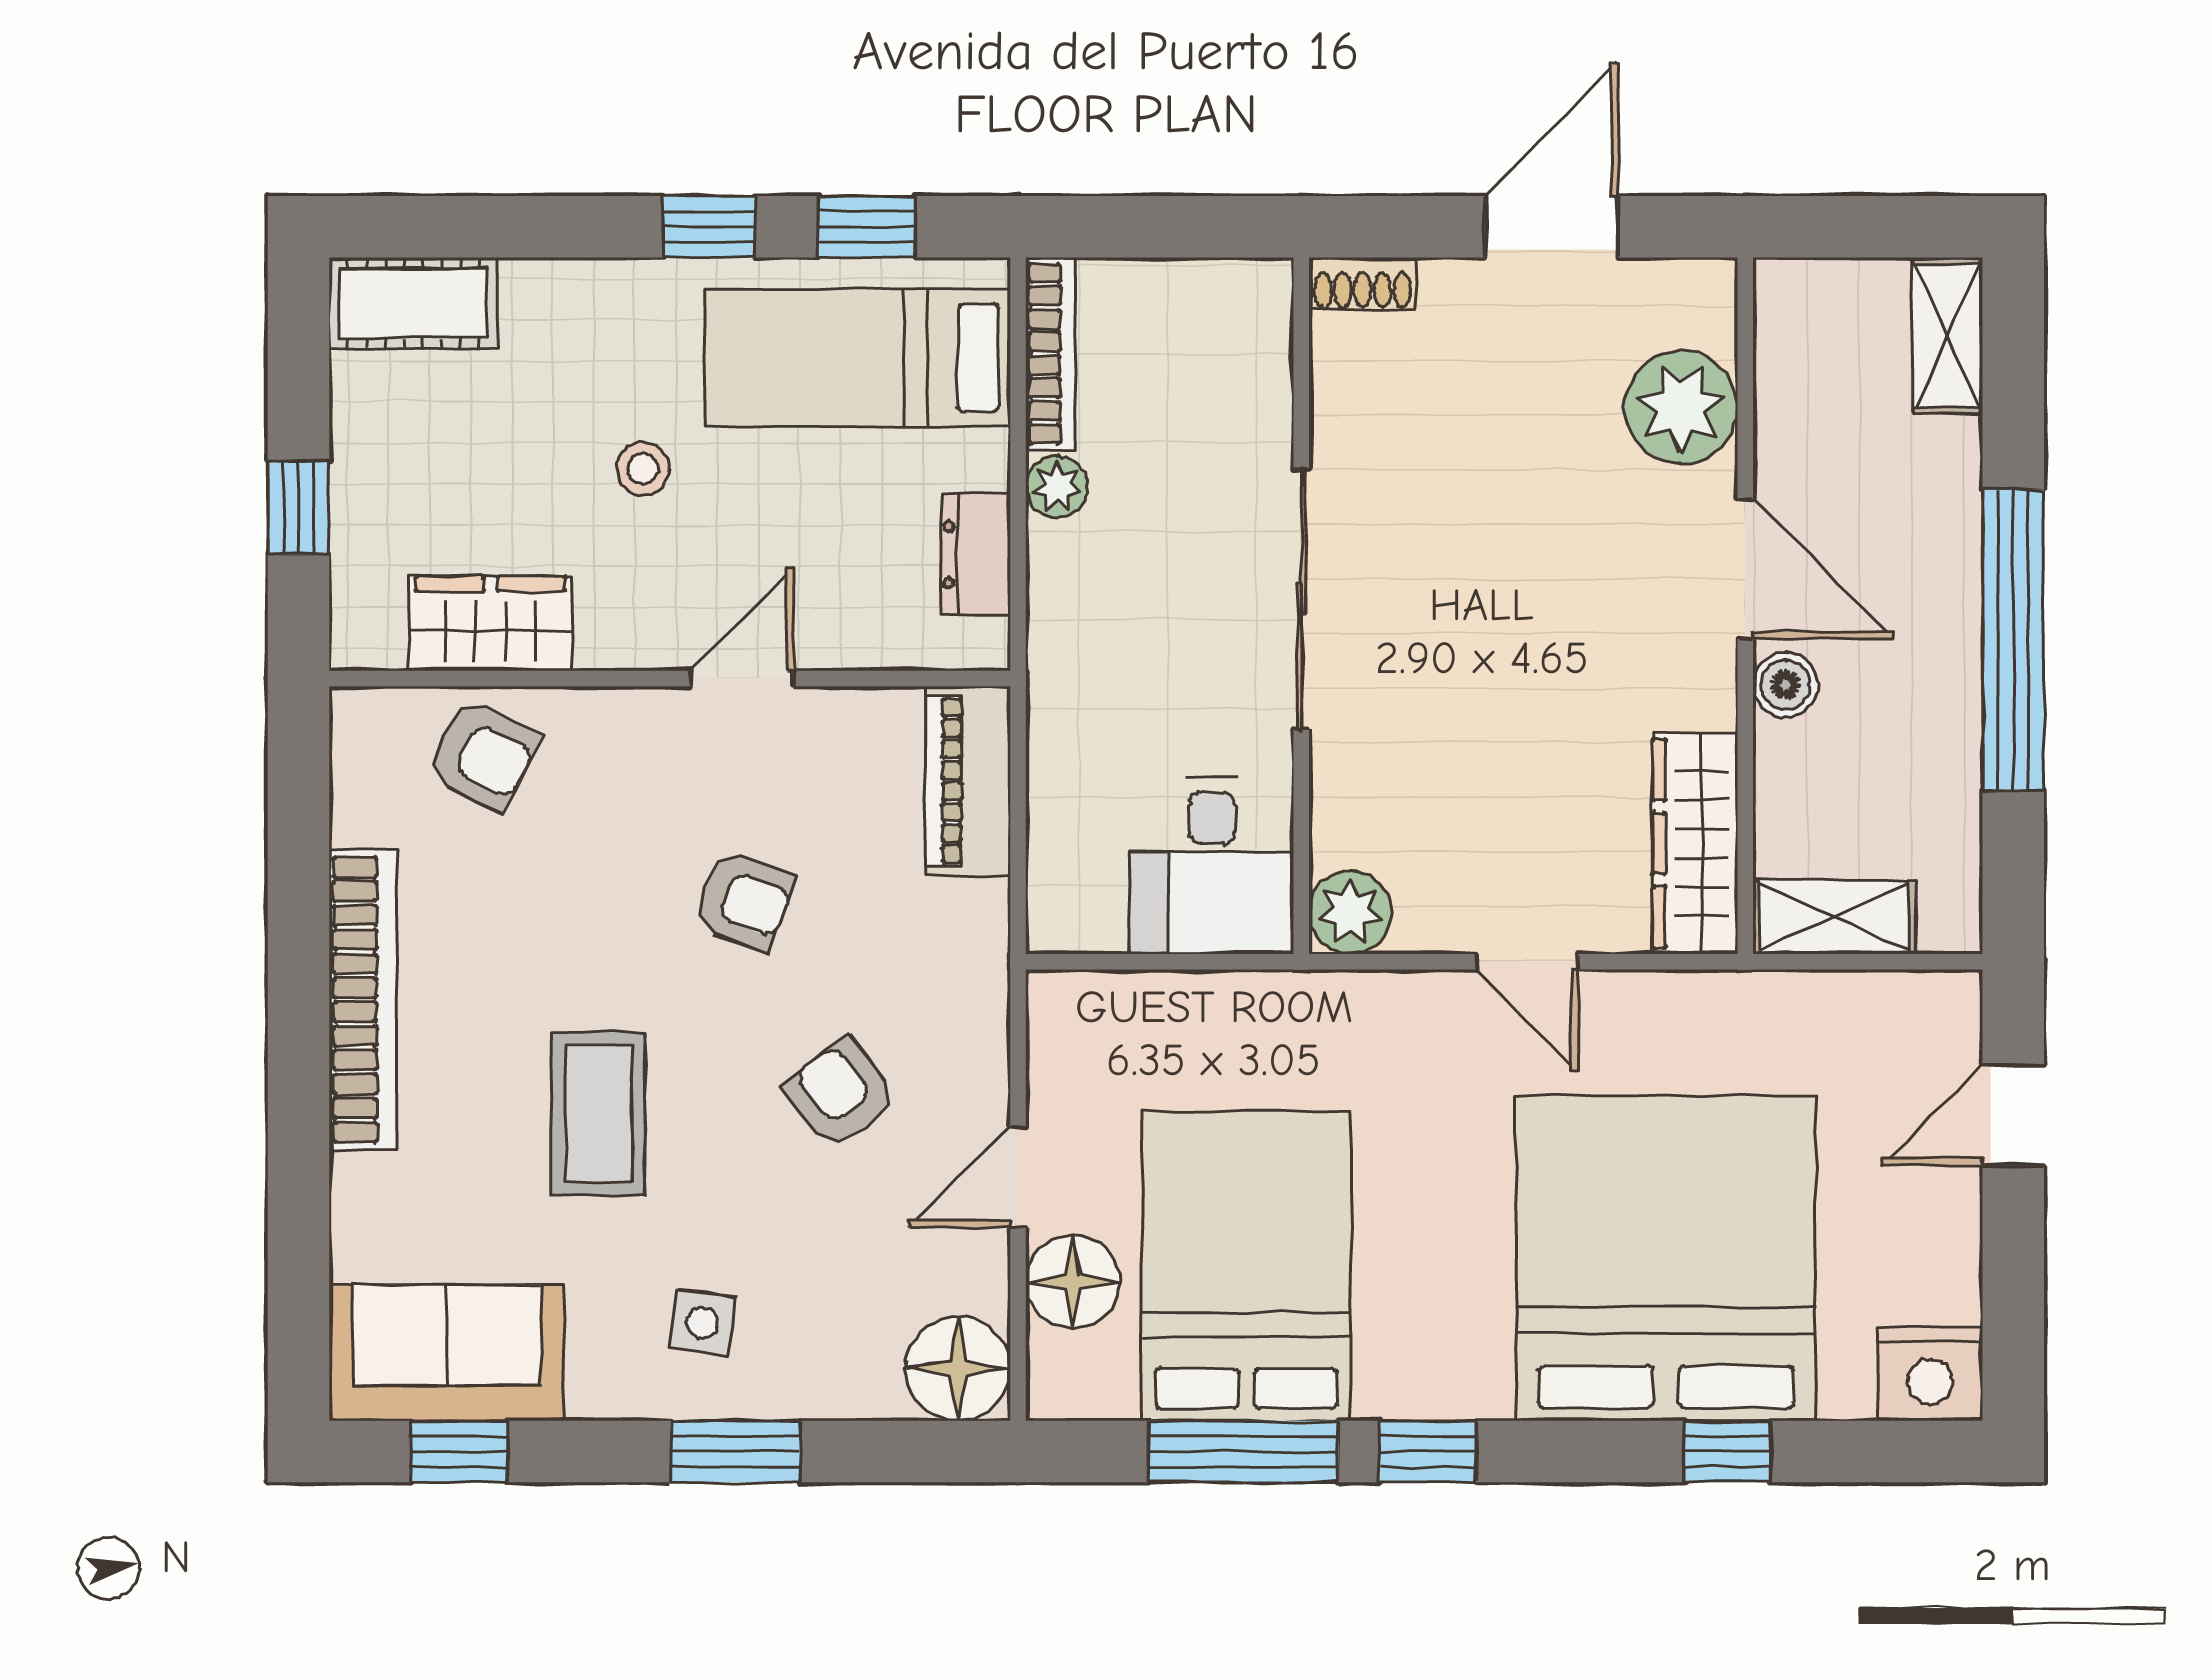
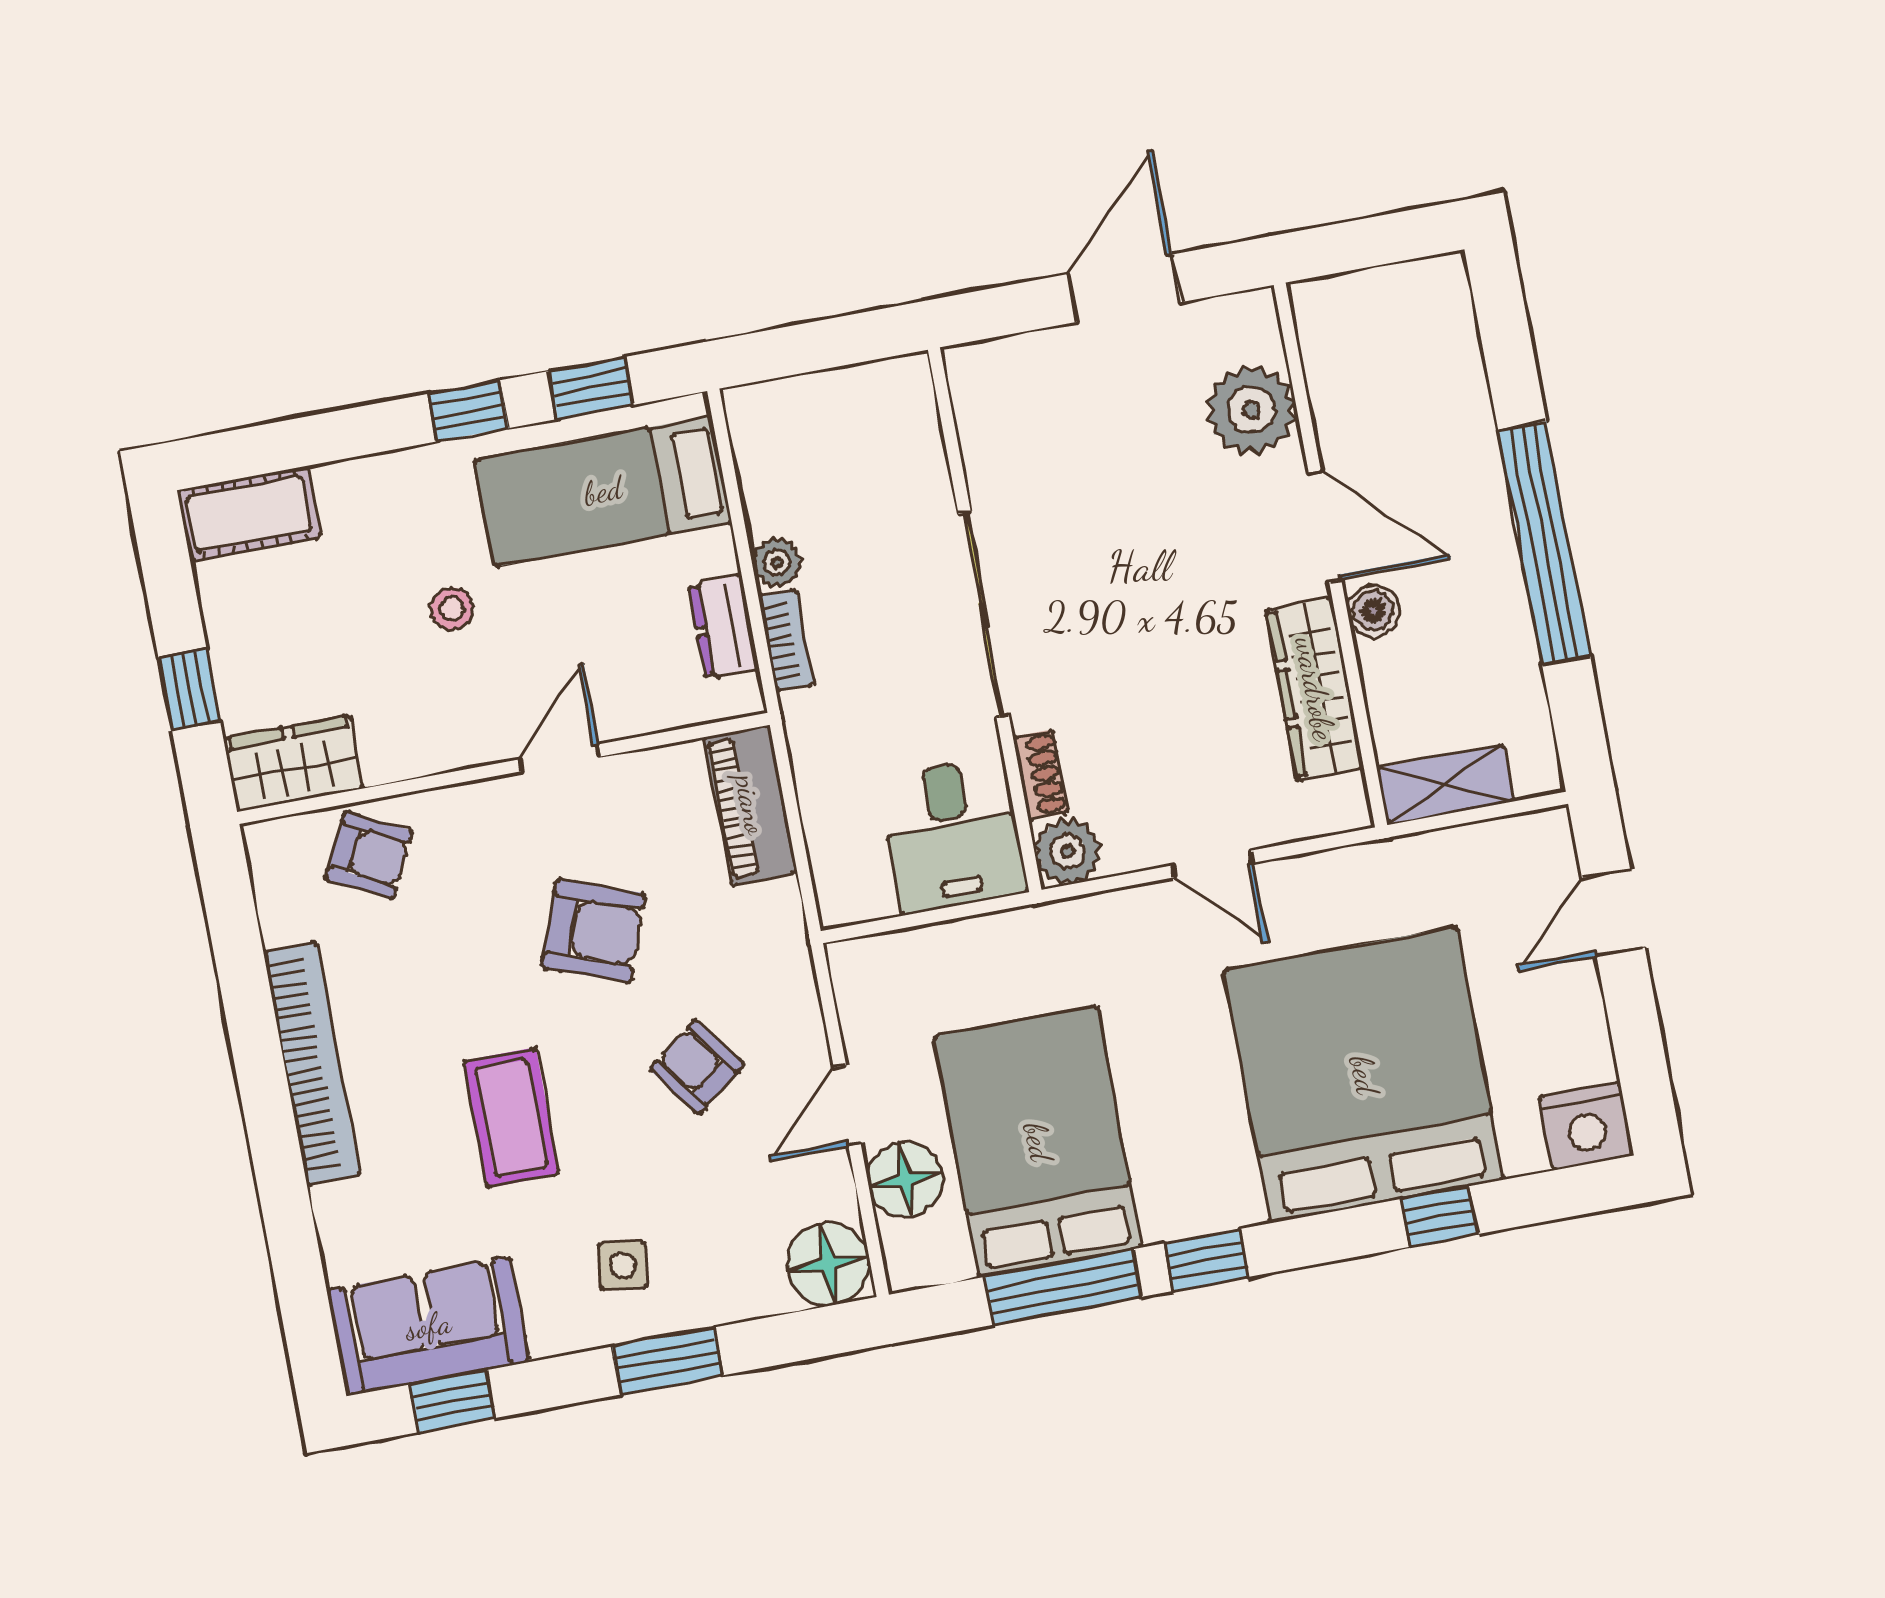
shoe rack: (1363, 284) -> (1041, 775), moved, turned -90
shelving: (1947, 336) -> (1448, 315), removed
bookcase: (1050, 353) -> (786, 640), moved, width x0.64
wardrobe: (491, 624) -> (294, 763), moved
wardrobe: (1695, 844) -> (1315, 689), moved
armchair: (744, 901) -> (593, 931), width x1.38, depth x1.38

